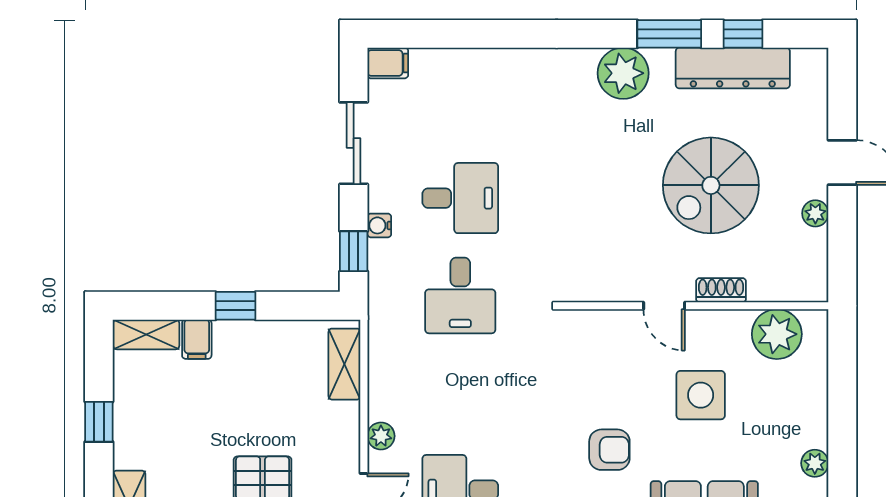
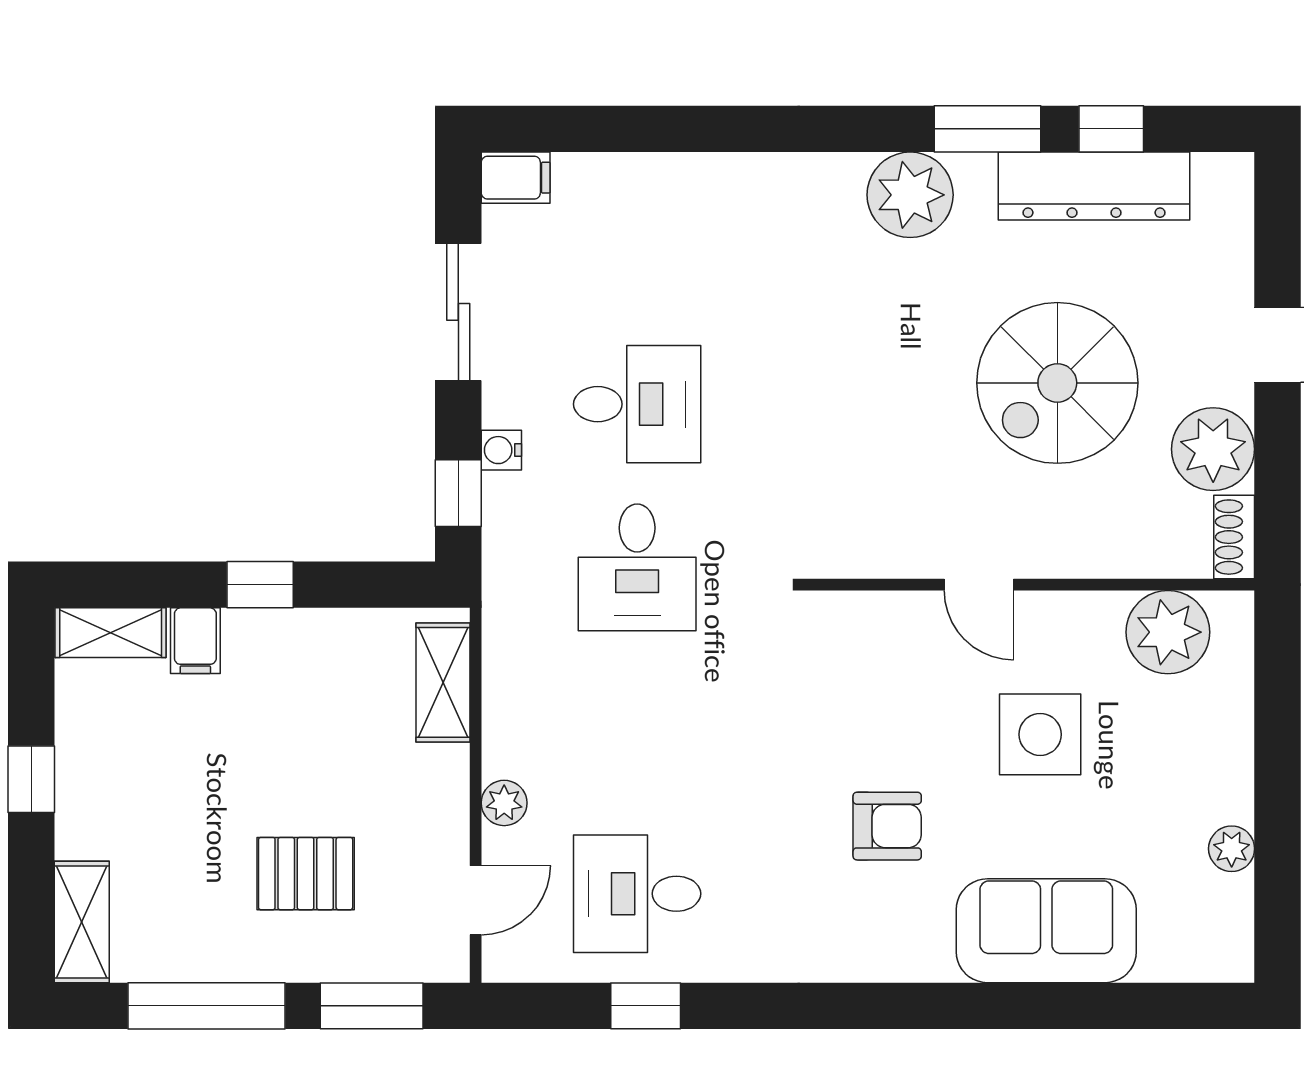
plant: (815, 213) -> (1213, 449), width x1.88, depth x1.88
shoe rack: (721, 290) -> (1234, 537), moved, turned -90

